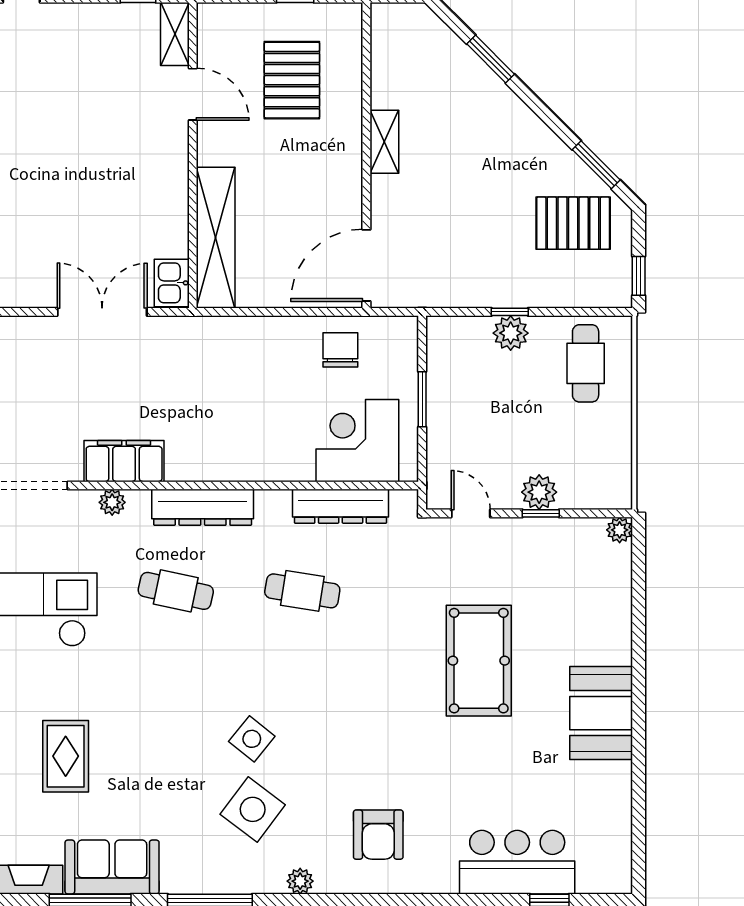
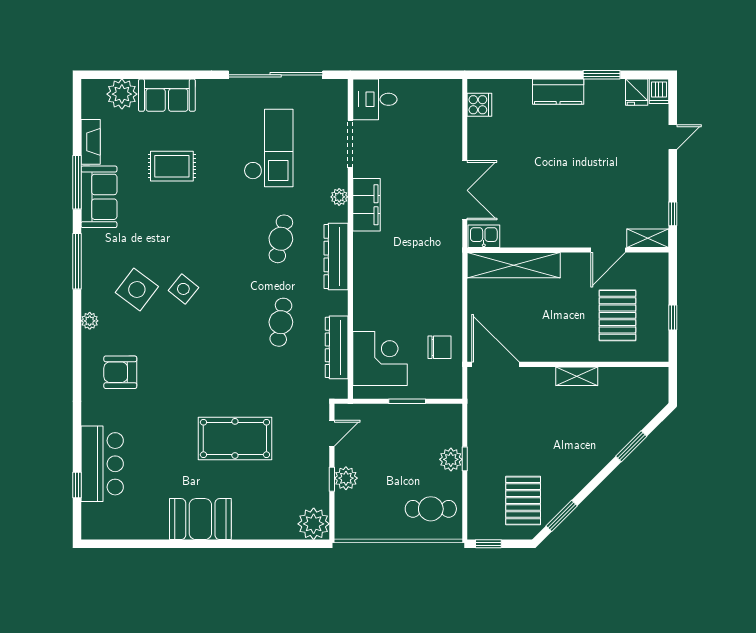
pallet: (292, 80) -> (617, 315), turned 90
plant: (620, 530) -> (314, 524), width x1.87, depth x1.87

